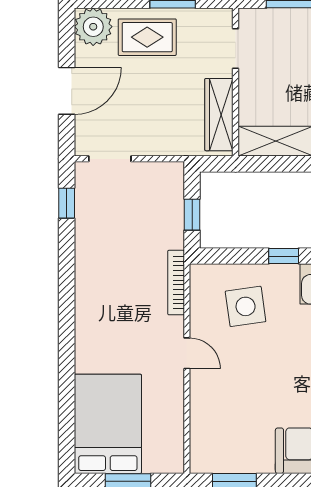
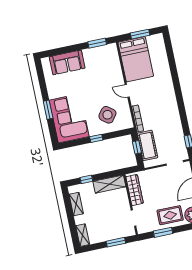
cot: (166, 214) -> (147, 145), added
side table: (246, 306) -> (107, 115), turned 45
bed: (108, 424) -> (136, 59), moved

